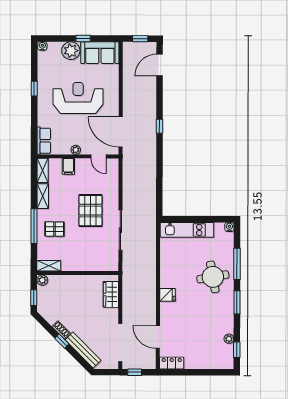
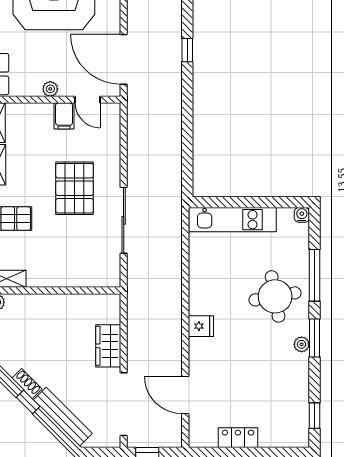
filing cabinet: (68, 166) -> (64, 116), moved
wardrobe: (111, 294) -> (108, 346), moved
plant: (229, 339) -> (302, 344), moved
locker: (172, 363) -> (238, 438), moved

